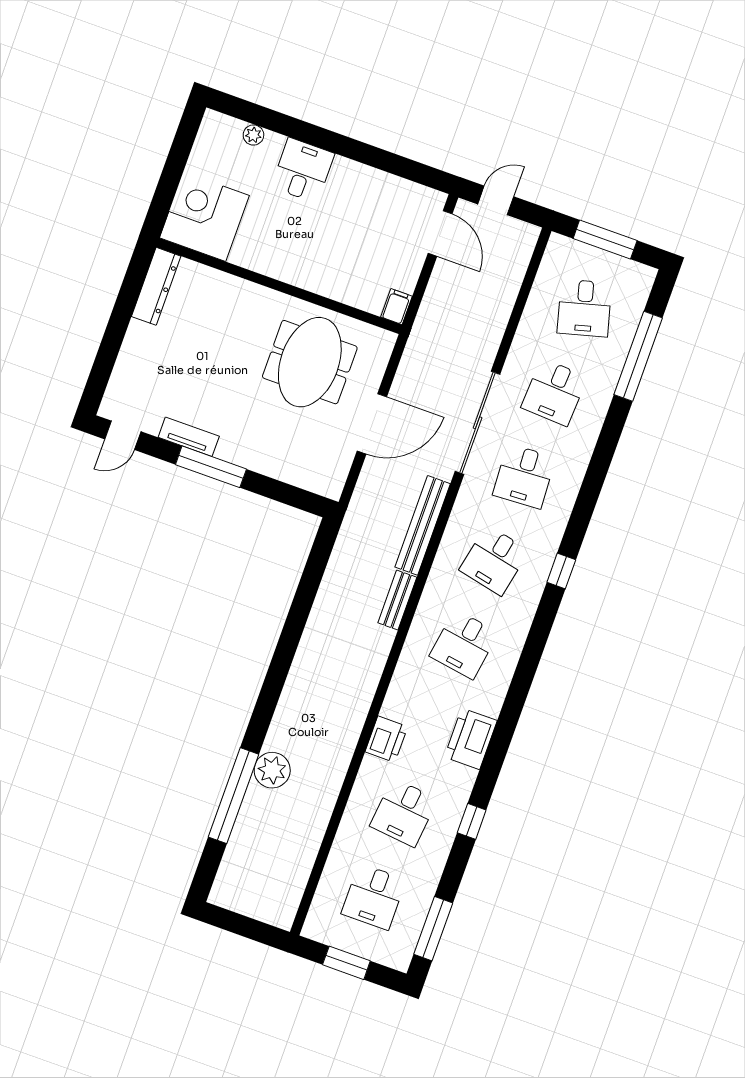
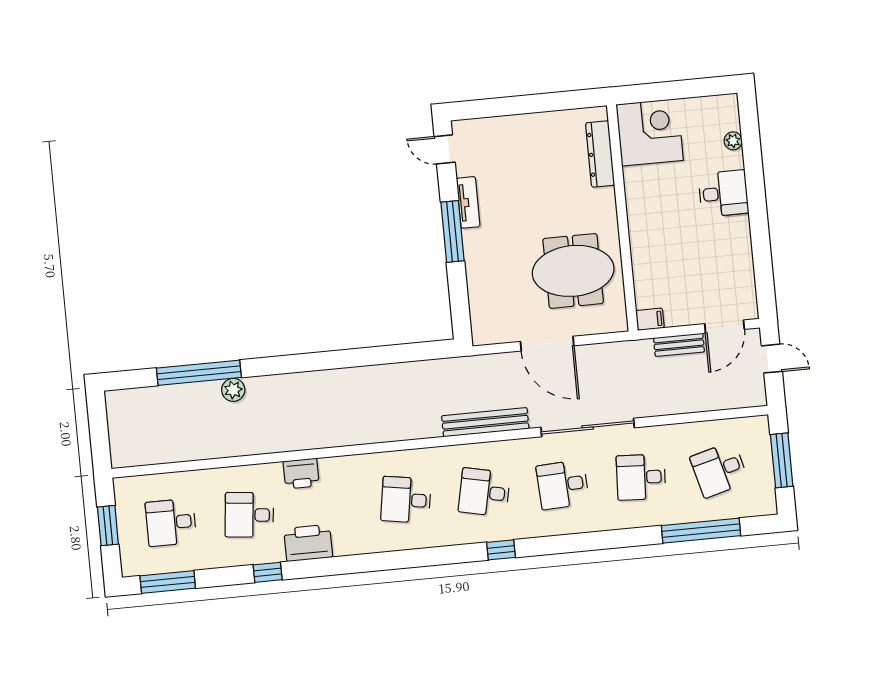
dresser: (156, 286) -> (600, 154), moved, turned 90
bench: (397, 600) -> (679, 345), moved
printer: (471, 739) -> (308, 543), moved
plant: (272, 770) -> (233, 390), width x0.73, depth x0.73

